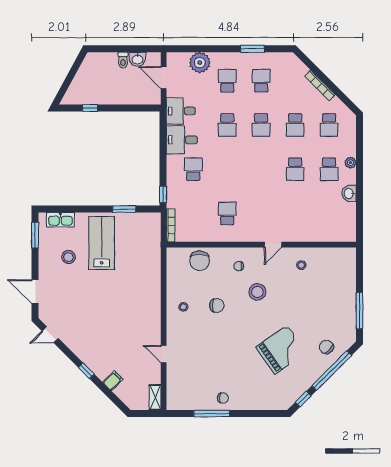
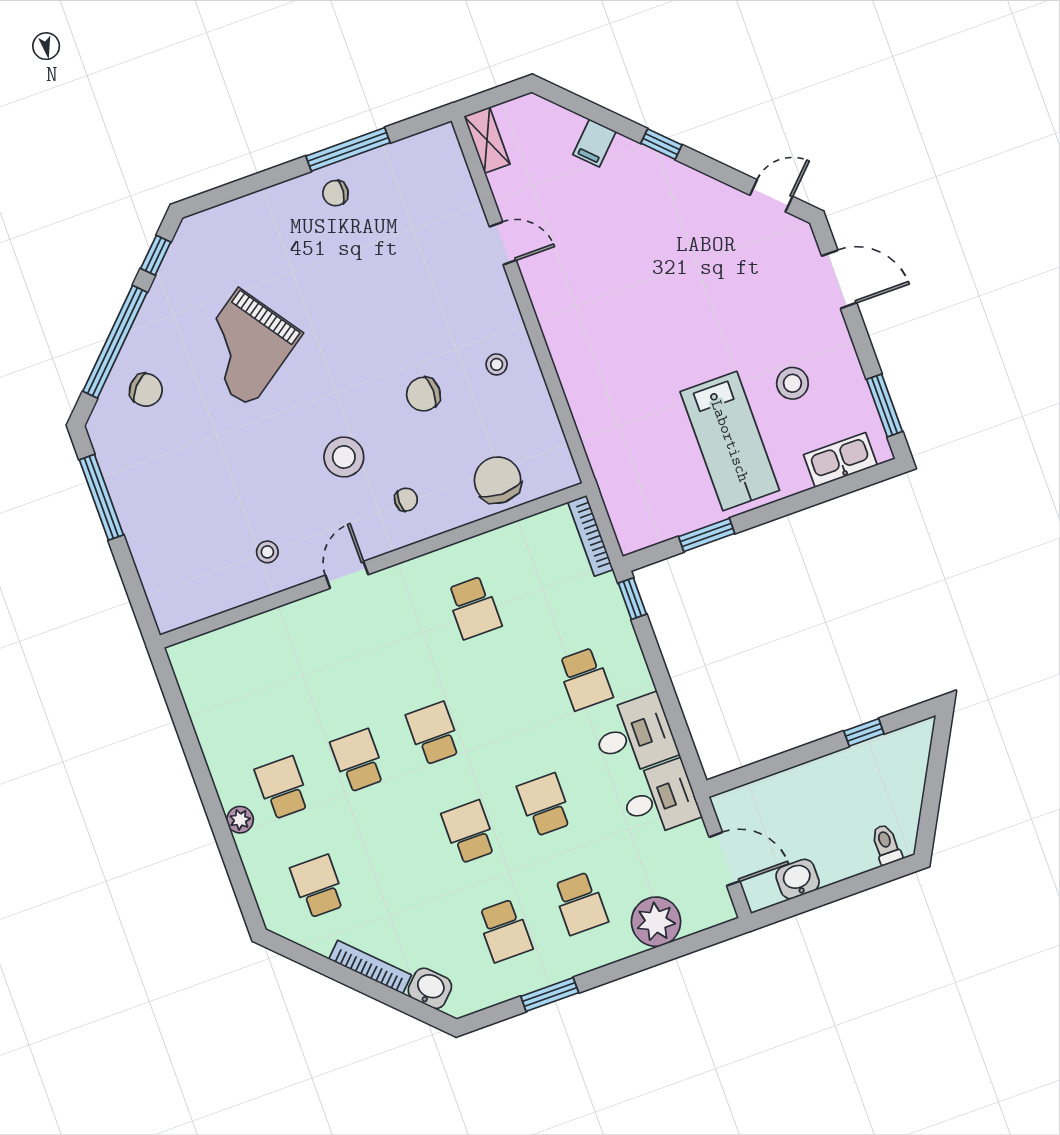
toilet: (123, 60) -> (886, 845), moved
school desk: (295, 125) -> (434, 733), moved
washbasin: (349, 193) -> (430, 988), moved, turned -45

